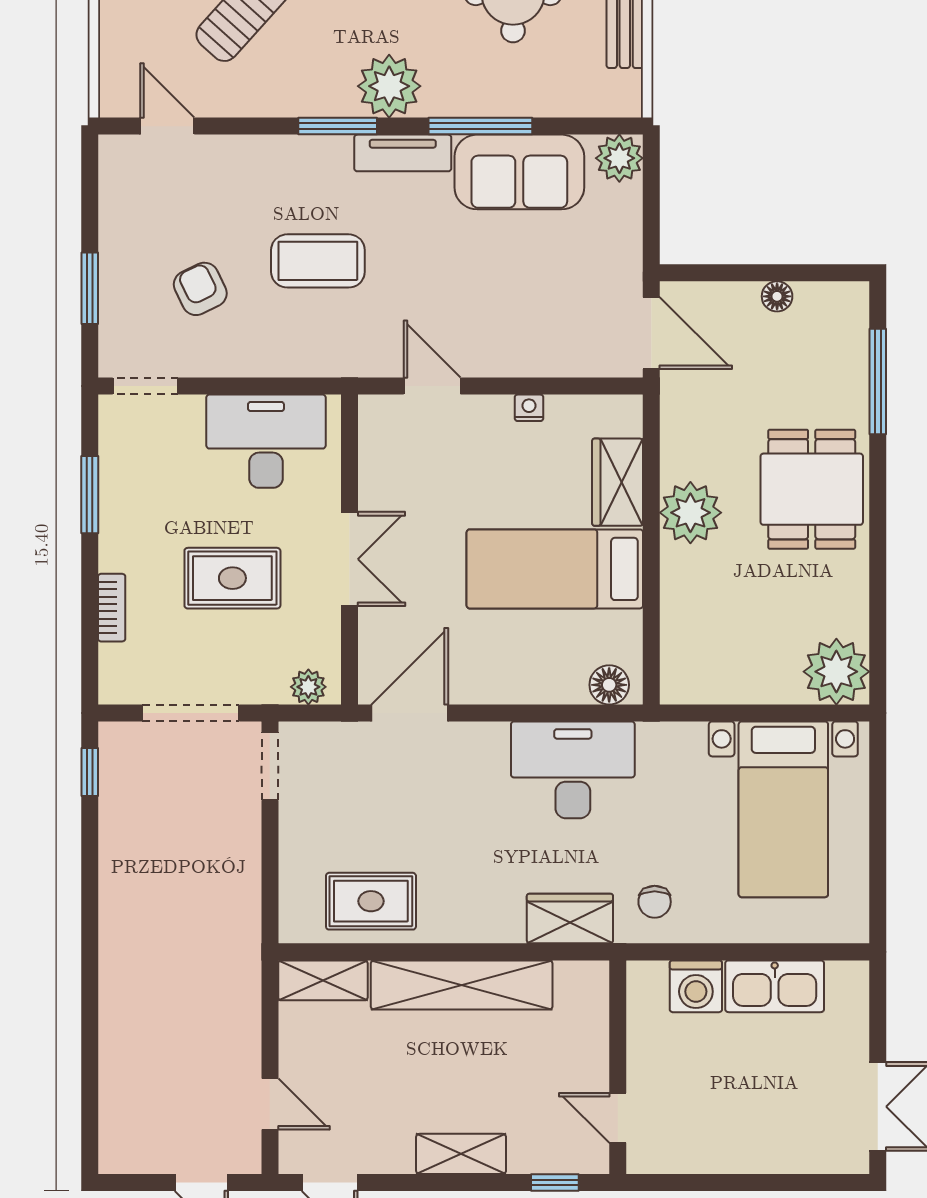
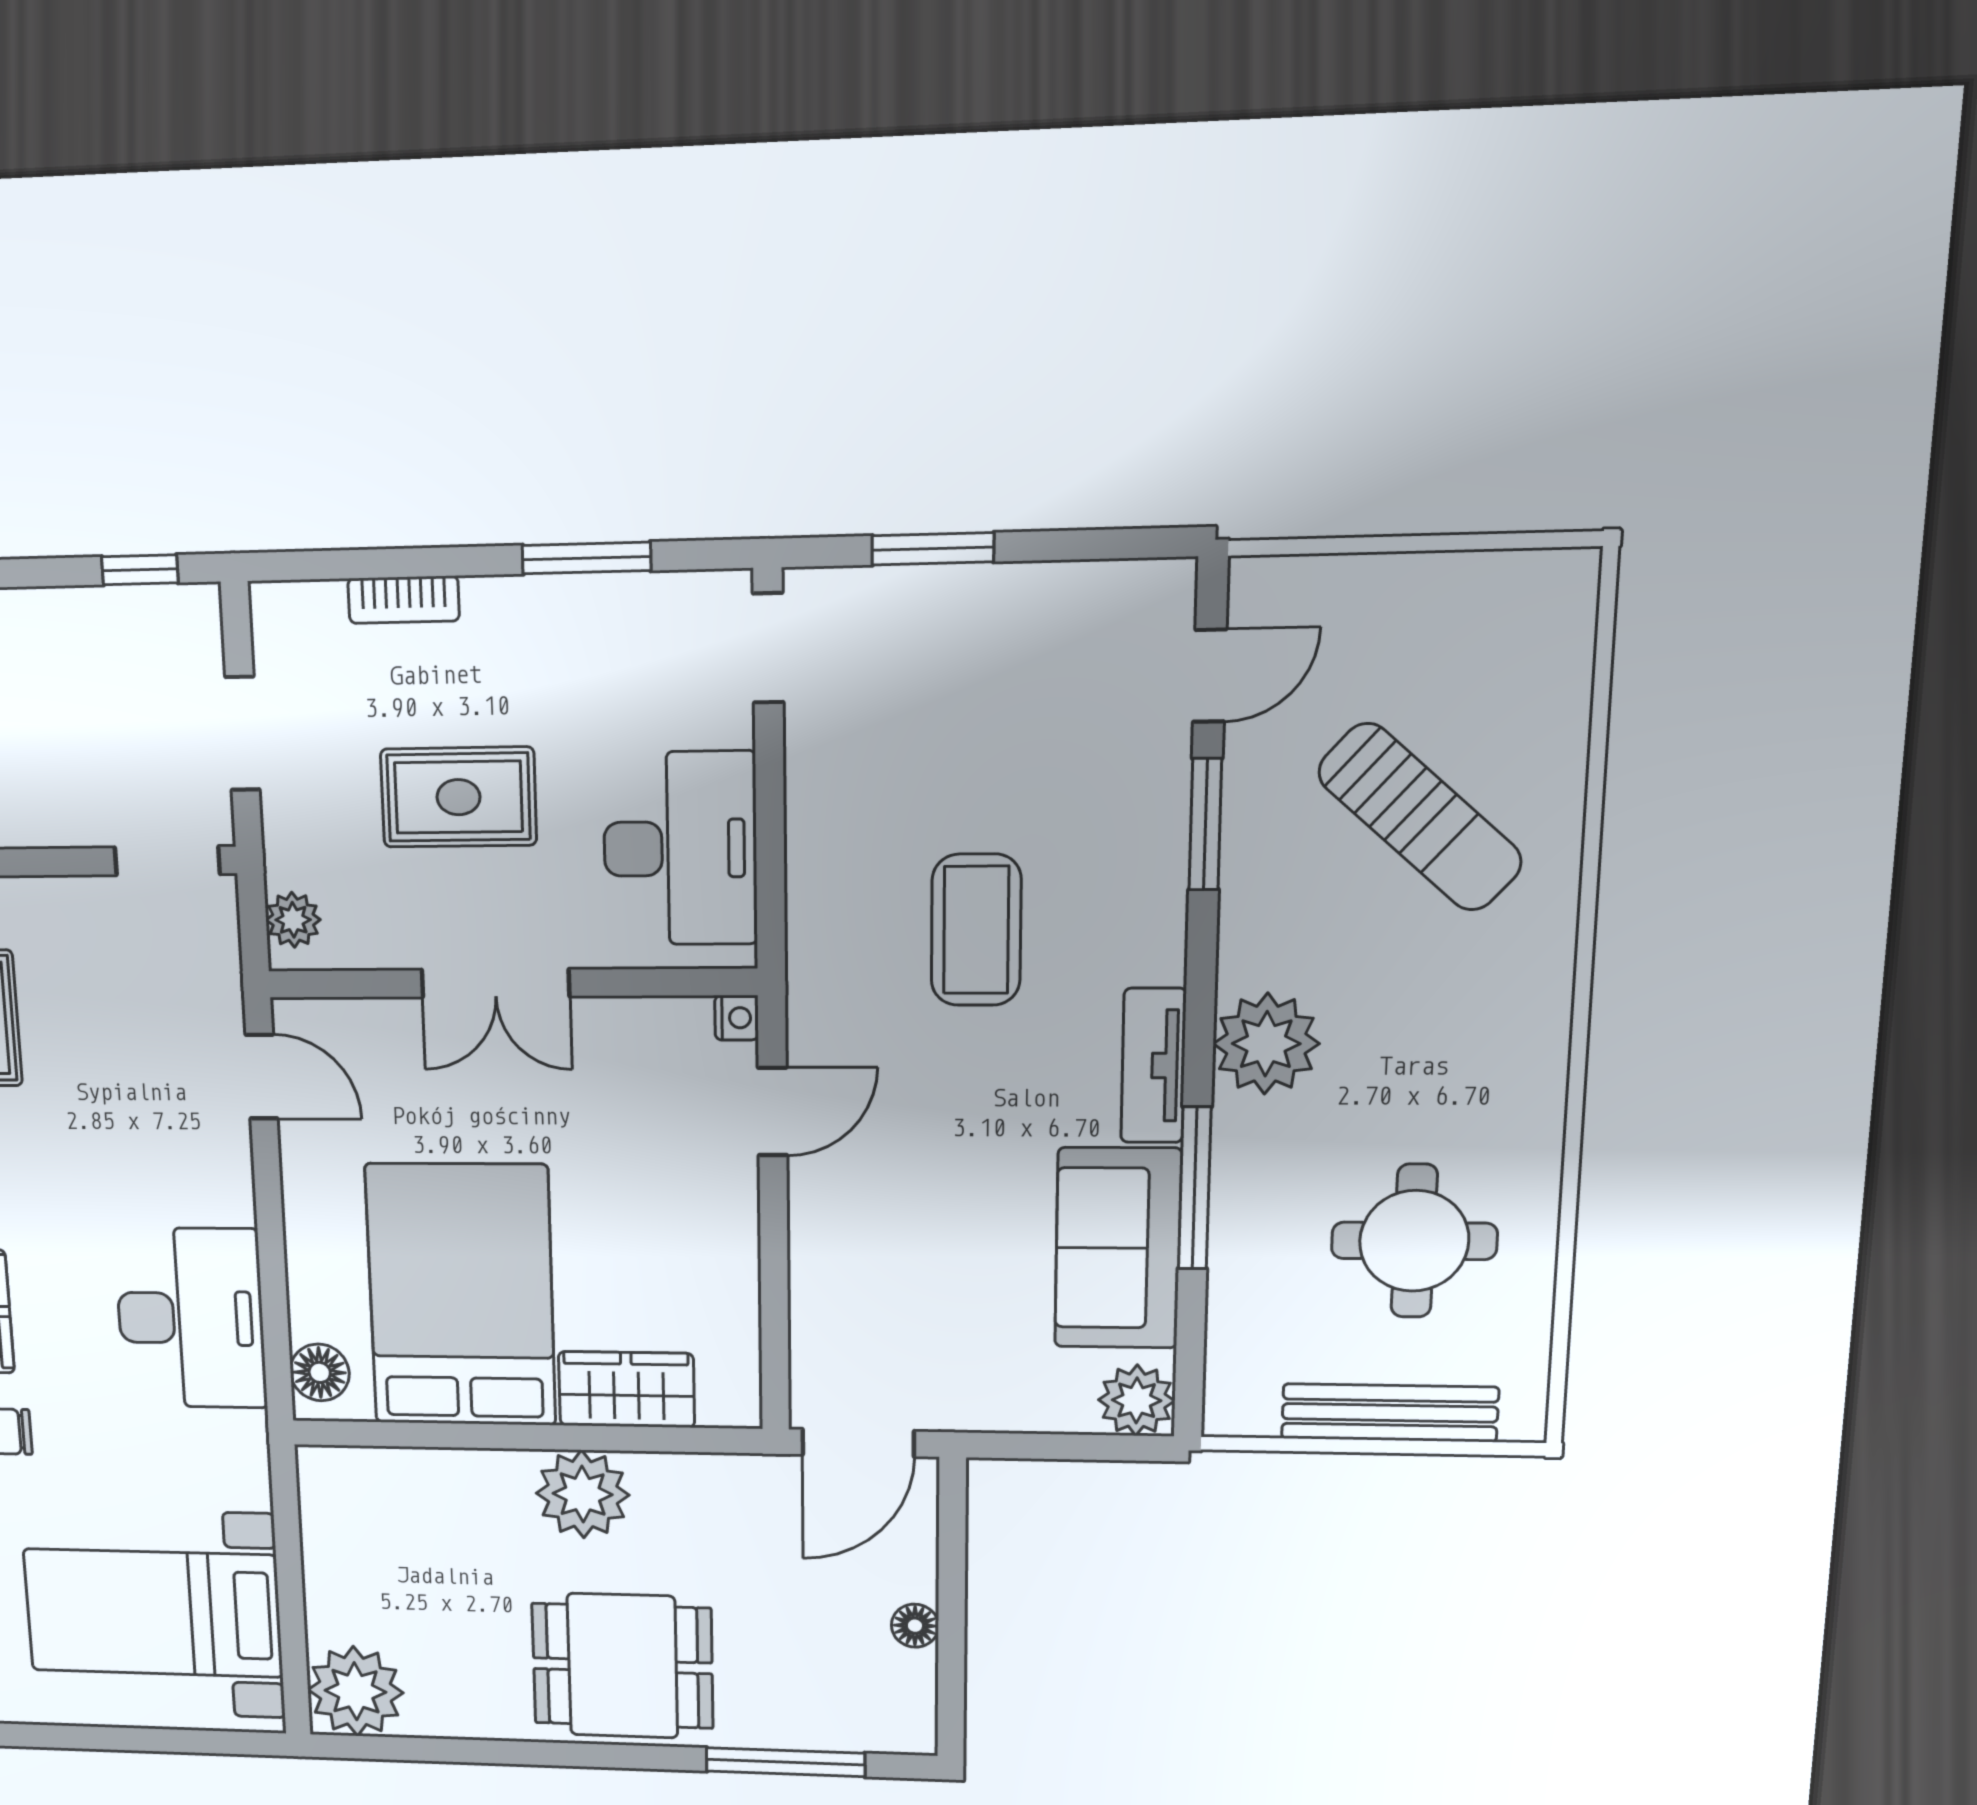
window: (338, 126) -> (1205, 824), moved
armchair: (200, 289) -> (931, 737), removed
nightstand: (529, 408) -> (737, 1018), moved
bed: (555, 569) -> (461, 1295), width x1.50
rug: (232, 578) -> (459, 797), turned 90
doorway: (191, 713) -> (242, 733), width x0.73
door: (410, 713) -> (262, 1077), width x0.73

